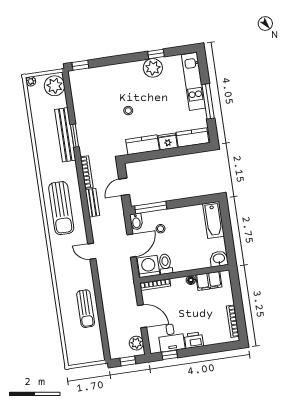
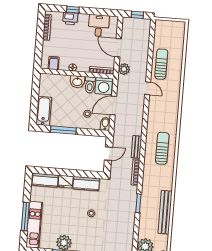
window: (208, 101) -> (25, 217), moved
bench: (65, 135) -> (165, 212), moved
sun lounger: (61, 208) -> (162, 148), width x0.73, depth x0.75
window: (151, 208) -> (63, 130), moved
door: (92, 251) -> (148, 88), moved
washbasin: (219, 259) -> (77, 82), moved
filing cabinet: (209, 281) -> (54, 63), width x0.50
printer: (194, 340) -> (70, 18), moved
plant: (136, 343) -> (124, 69), moved
window: (170, 355) -> (73, 10), moved

